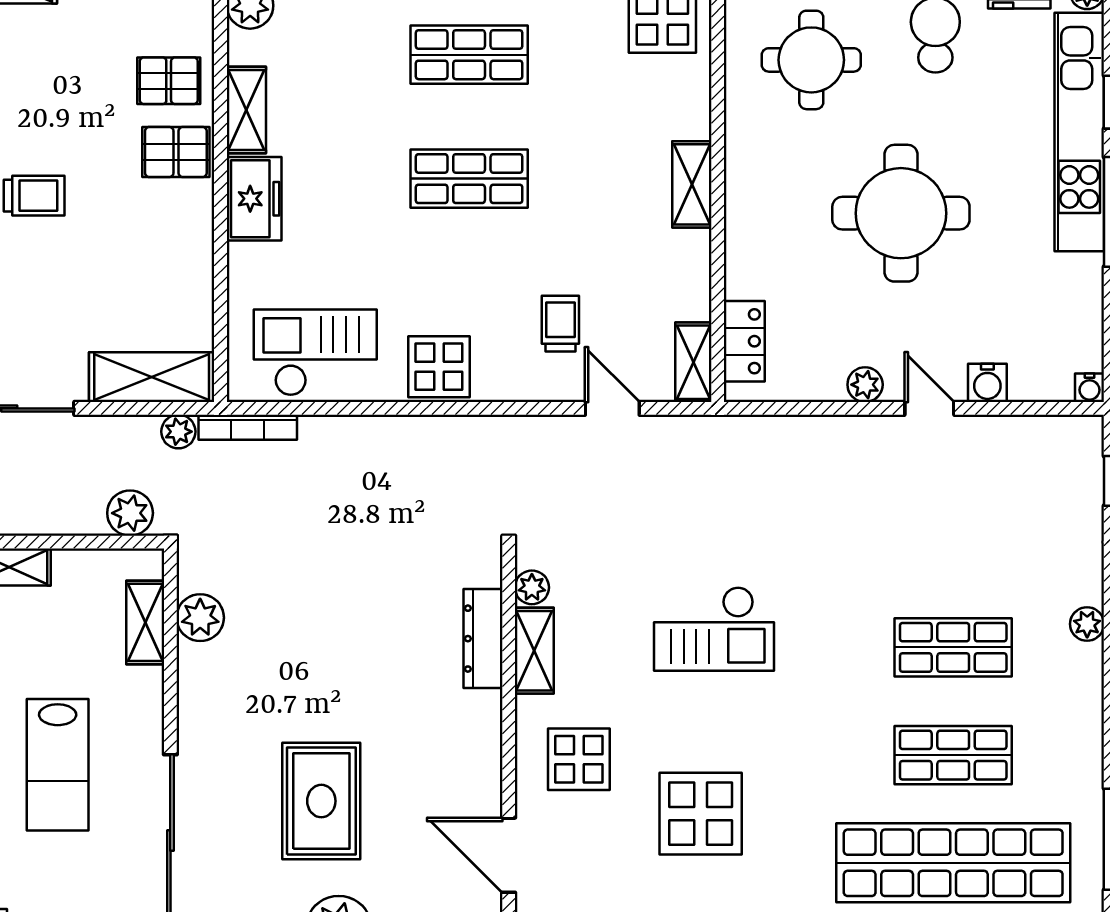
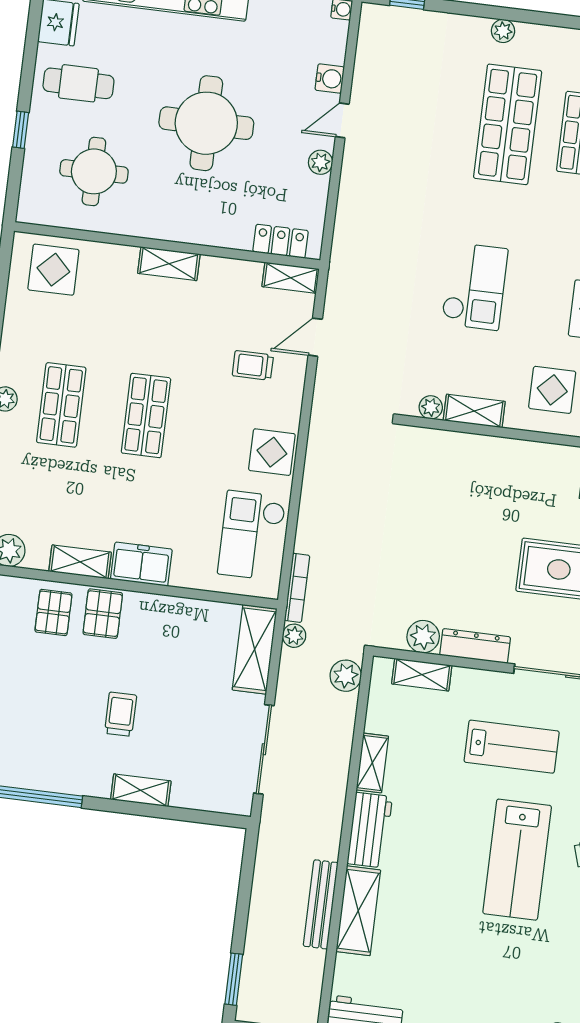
dresser: (483, 639) -> (475, 646), moved, turned 180
shop shelf: (953, 647) -> (508, 124), width x1.43, depth x1.36

